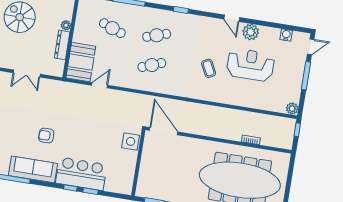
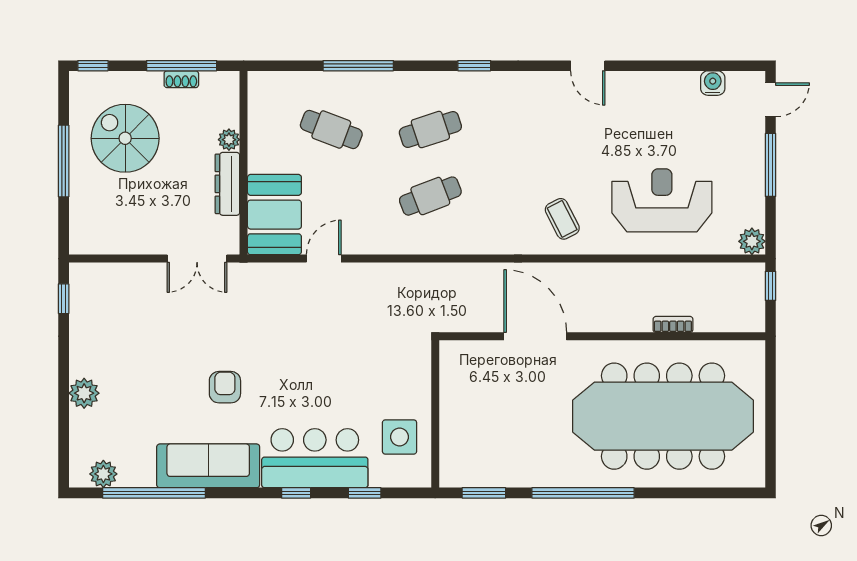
plant: (251, 32) -> (634, 89), removed
reception desk: (250, 65) -> (662, 200), moved
coffee table: (209, 68) -> (562, 219), moved
double door: (27, 73) -> (197, 259), moved
door: (164, 131) -> (535, 336), moved
armchair: (46, 136) -> (225, 387), turned 90
side table: (131, 141) -> (400, 437), moved
window: (90, 191) -> (365, 493), moved

